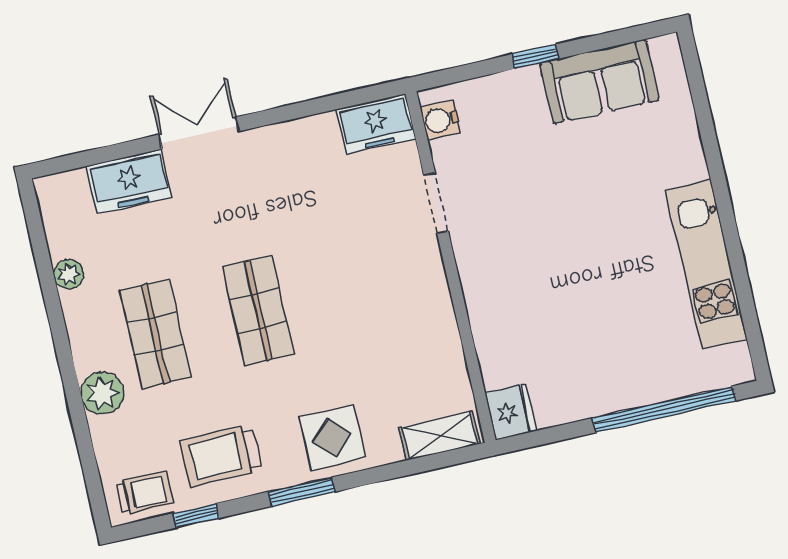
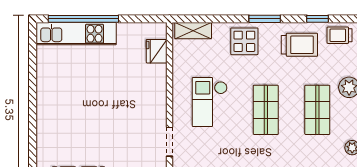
kitchen unit: (706, 264) -> (76, 34), moved, turned 90
checkout: (374, 301) -> (210, 102), added
fridge: (511, 412) -> (157, 51), moved

